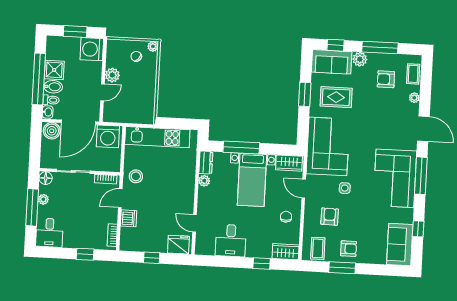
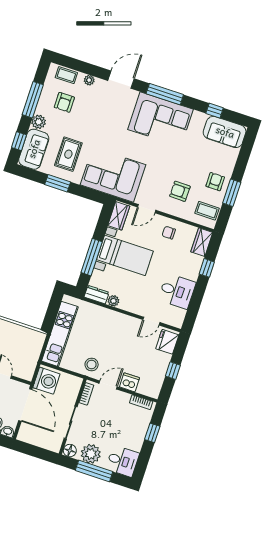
boiler: (52, 131) -> (27, 432), removed
side table: (345, 188) -> (157, 170), removed
door: (120, 198) -> (108, 385), swing flipped
plant: (43, 199) -> (91, 454), width x1.87, depth x1.87

